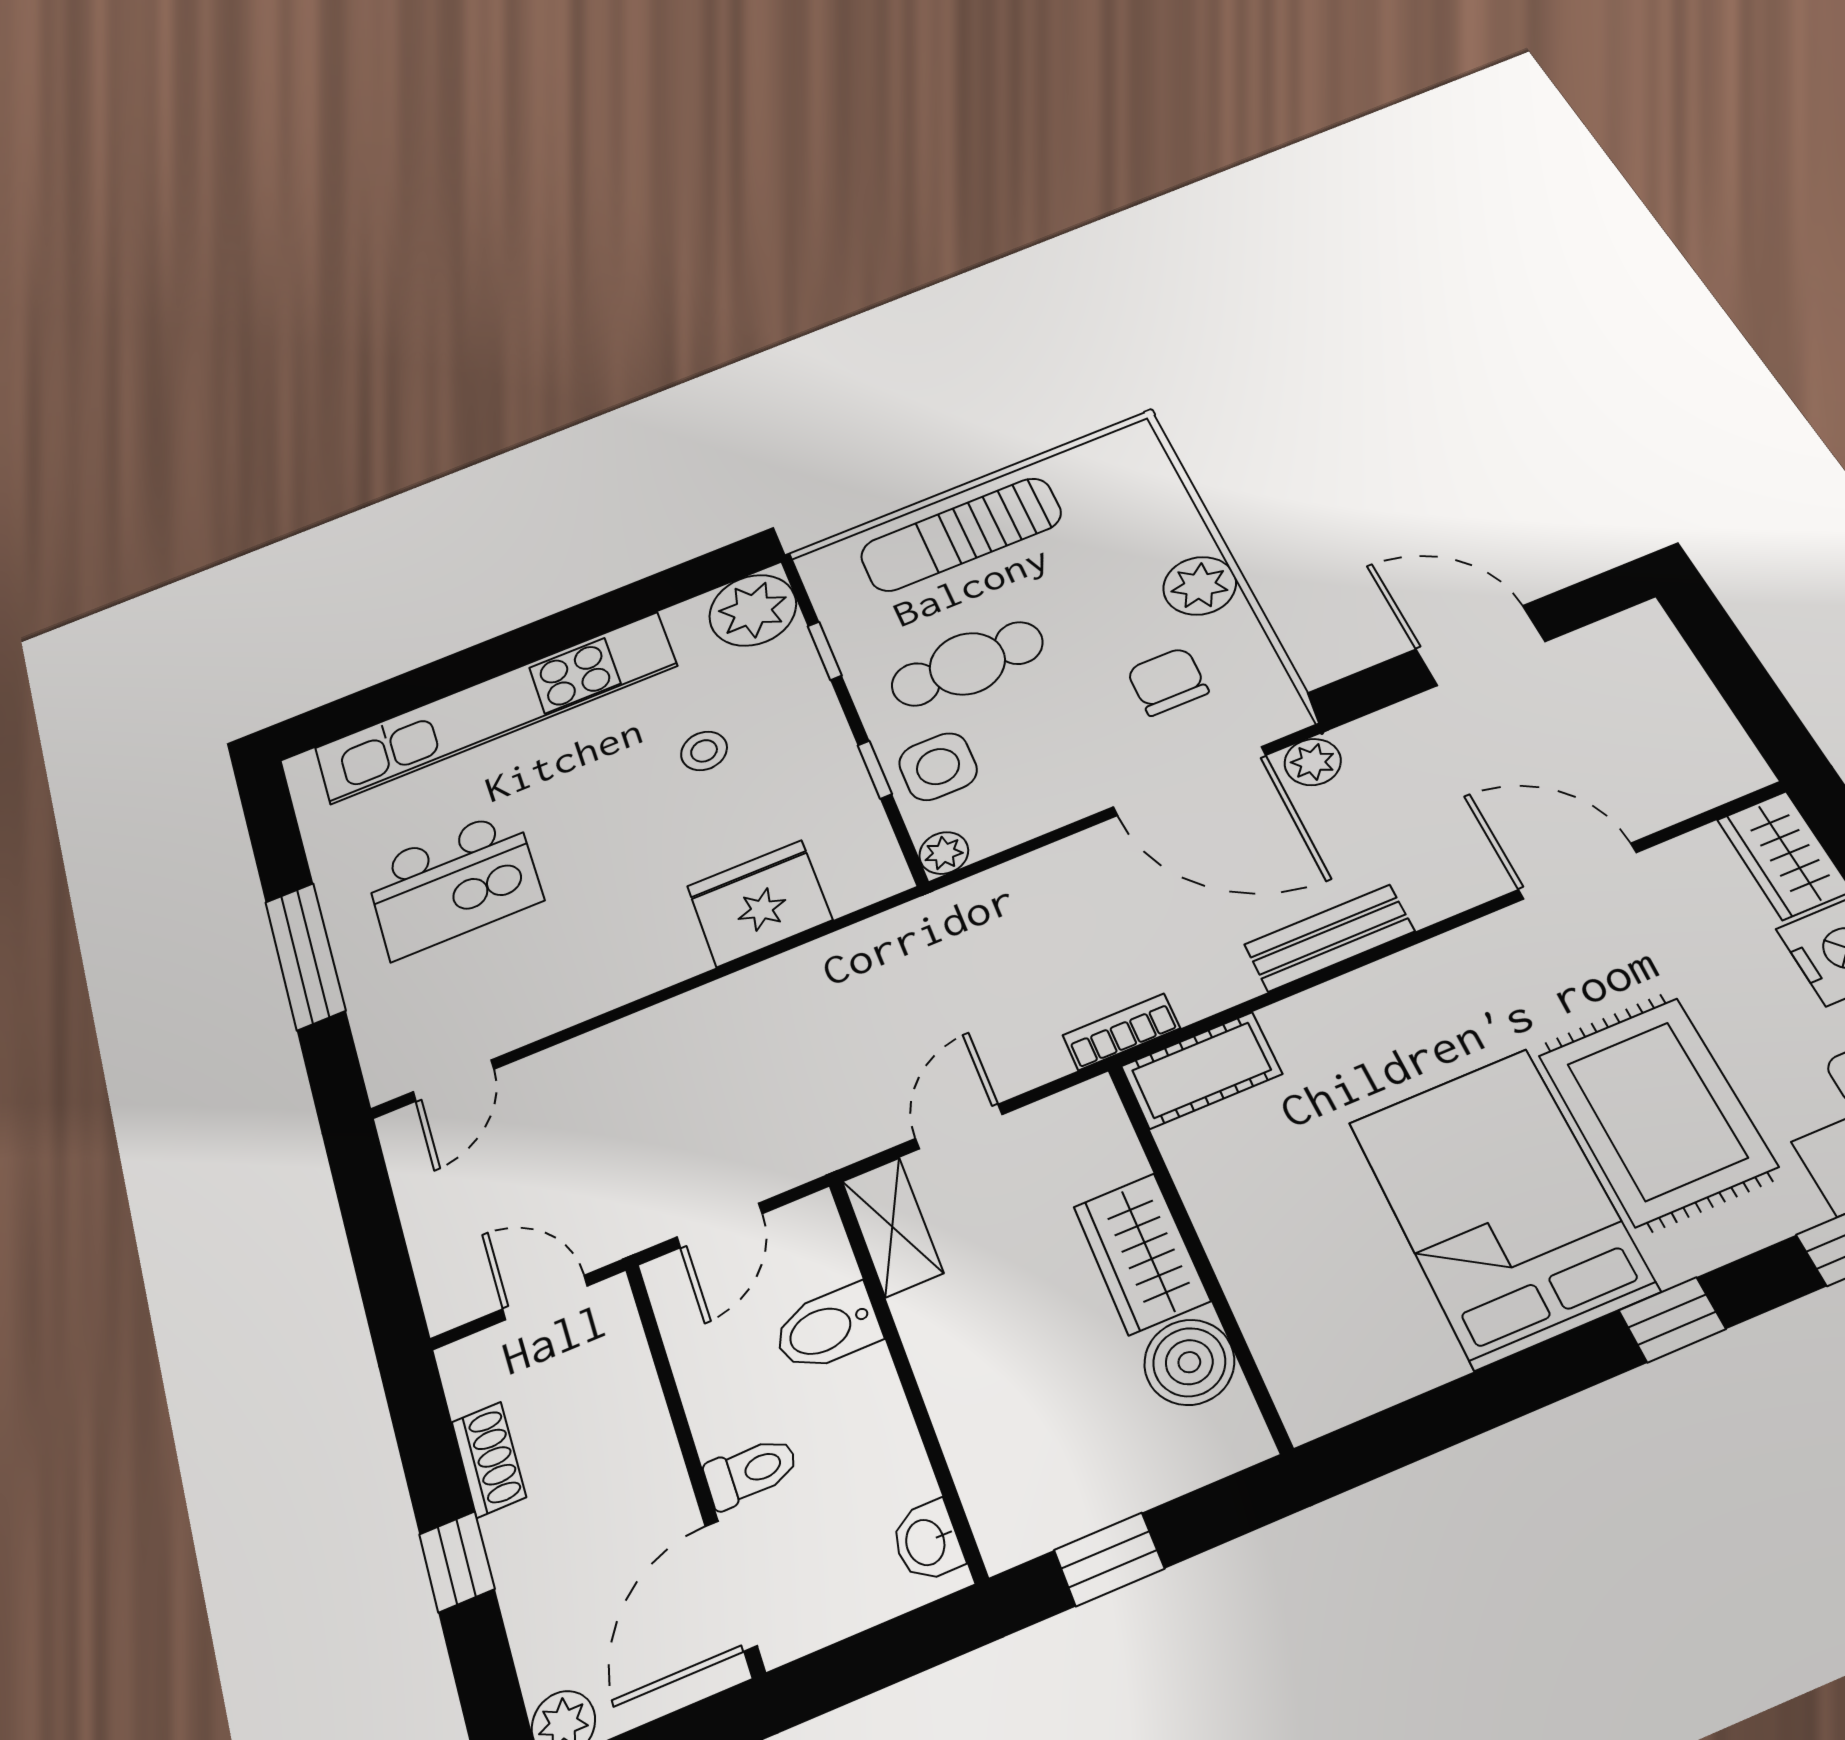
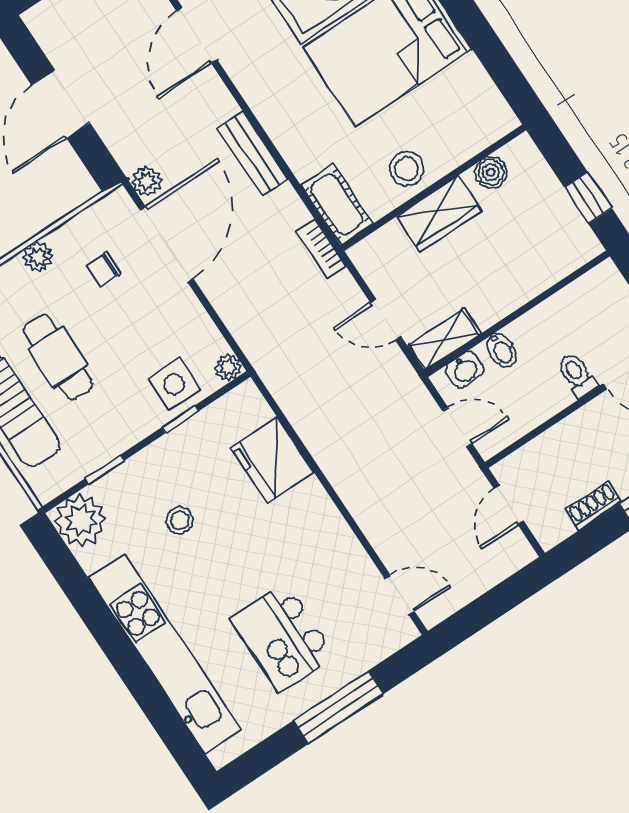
plant: (1200, 586) -> (38, 257), width x0.73, depth x0.73
cafe table: (967, 664) -> (58, 357), moved
chair: (1167, 681) -> (103, 269), width x0.73, depth x0.73
kitchen island: (454, 883) -> (283, 638), turned 180
stool: (1245, 1206) -> (407, 169), added
bidet: (827, 1329) -> (502, 350), width x0.72, depth x0.74
boiler: (1189, 1362) -> (491, 172), width x0.73, depth x0.73
washbasin: (927, 1542) -> (465, 369), moved

